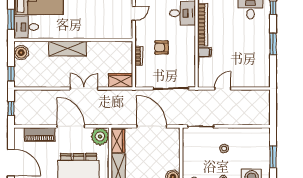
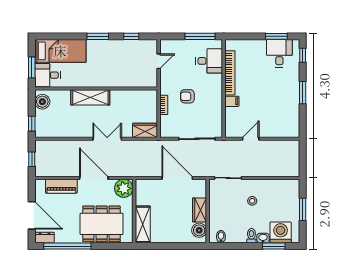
wardrobe: (118, 141) -> (199, 210), moved, turned 180

